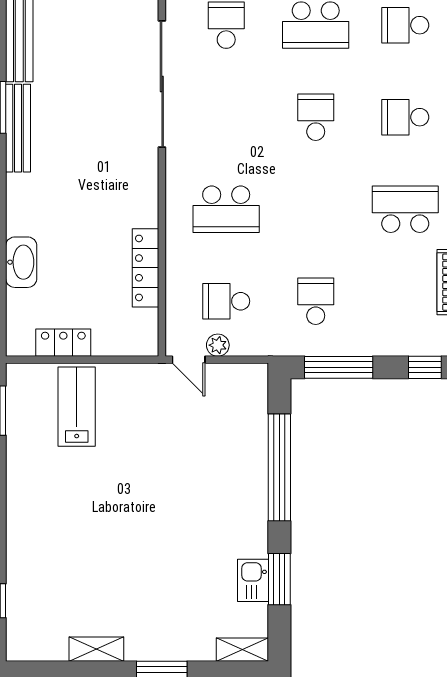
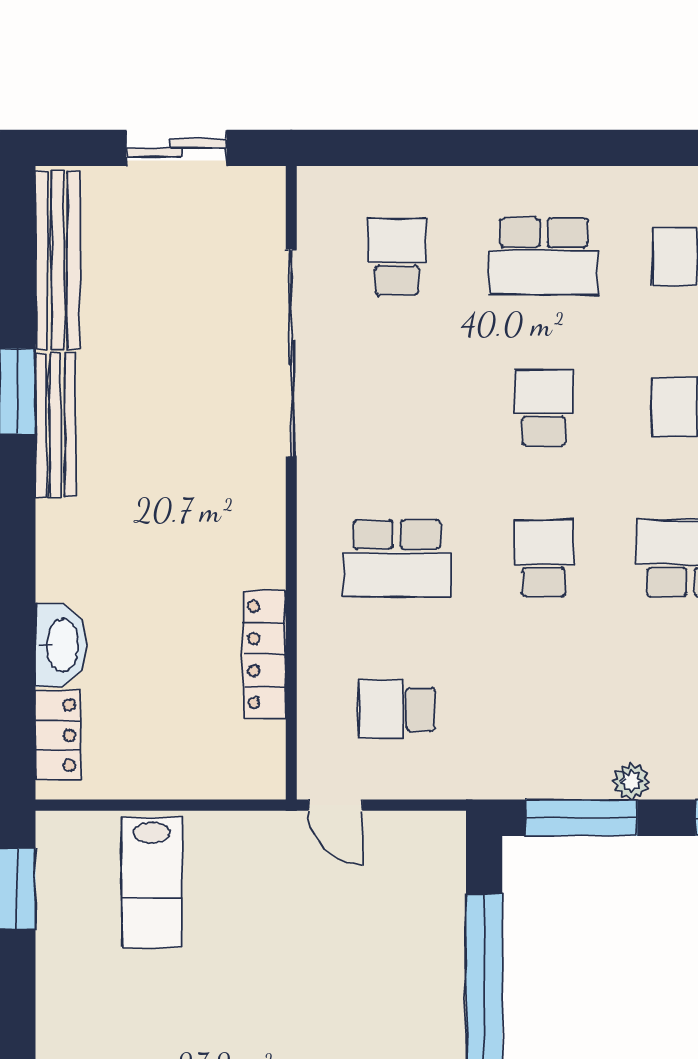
school desk: (316, 301) -> (544, 558), moved
locker: (63, 343) -> (58, 735), moved, turned 90
plant: (218, 345) -> (632, 781), moved
lab bench: (77, 407) -> (152, 882), turned 180

